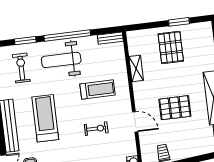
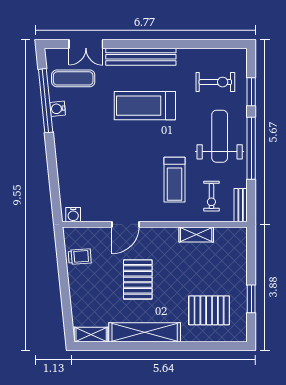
pallet: (171, 47) -> (209, 310), moved
treadmill: (45, 118) -> (145, 106), turned 180
exercise bike: (96, 129) -> (211, 196), moved

